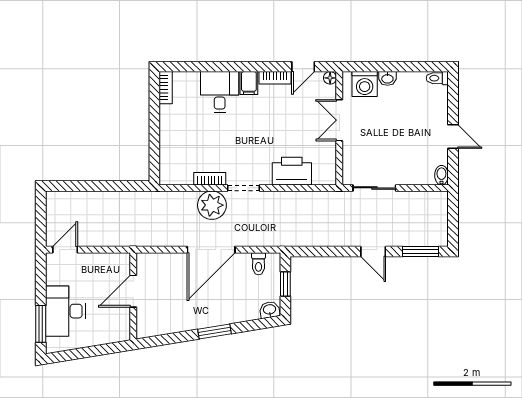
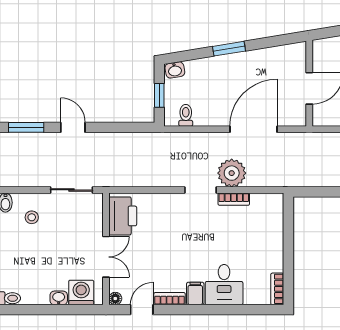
stool: (415, 160) -> (32, 217), added
printer: (292, 171) -> (123, 216), moved, turned -90
door: (211, 250) -> (253, 129), moved

